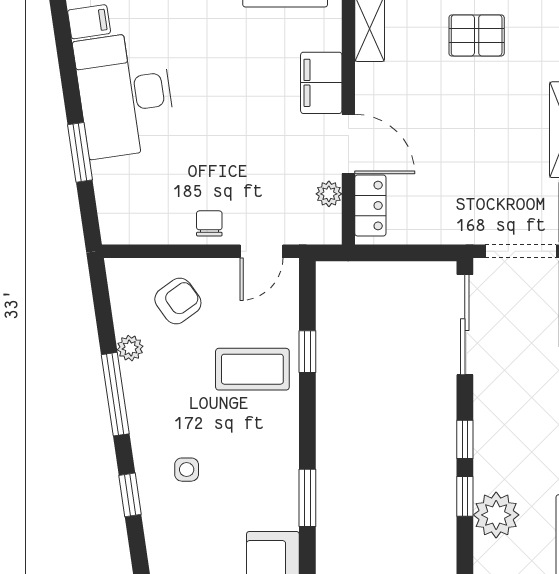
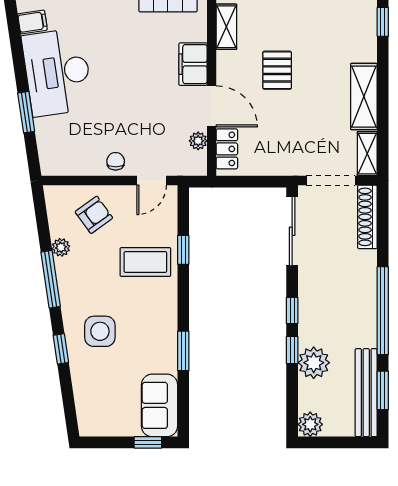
pallet: (477, 35) -> (277, 70), moved, turned 90
side table: (187, 470) -> (100, 331), width x1.87, depth x1.87

